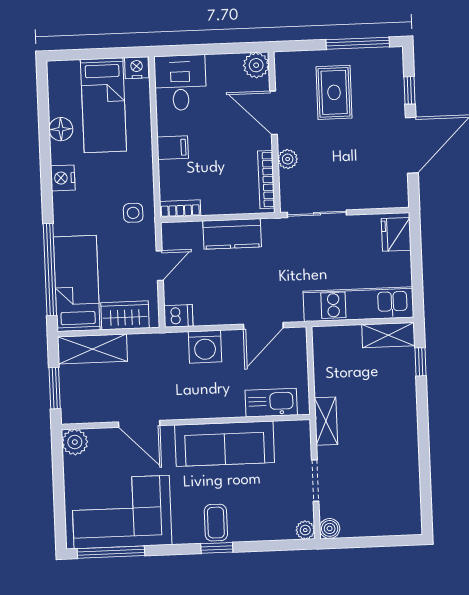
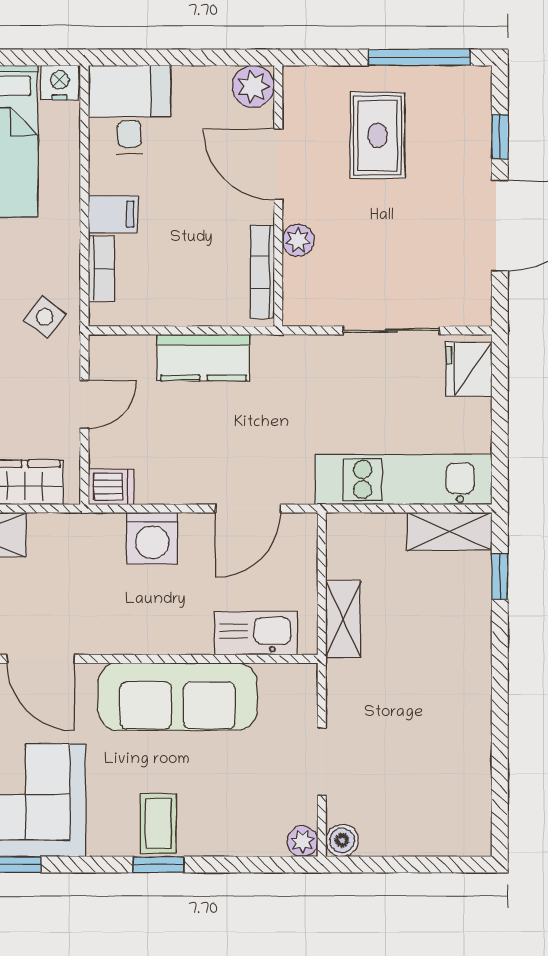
bookcase: (180, 209) -> (101, 269), moved, turned 90
side table: (133, 213) -> (45, 317), turned 37
sliding door: (317, 214) -> (391, 330), moved
shelving: (326, 421) -> (343, 619), moved

